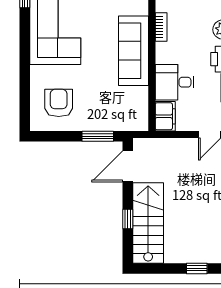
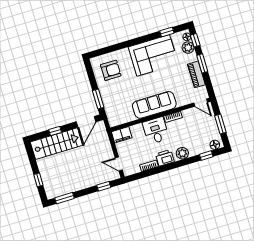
desk: (175, 82) -> (156, 131), moved
door: (128, 166) -> (86, 122), swing flipped

